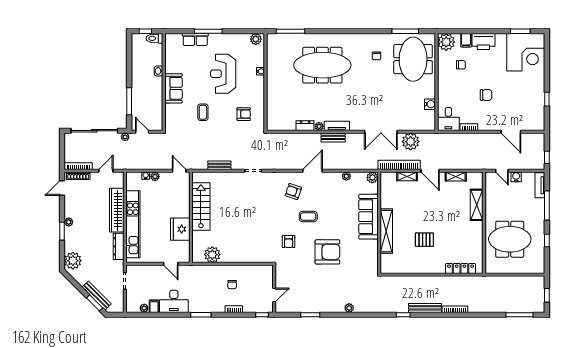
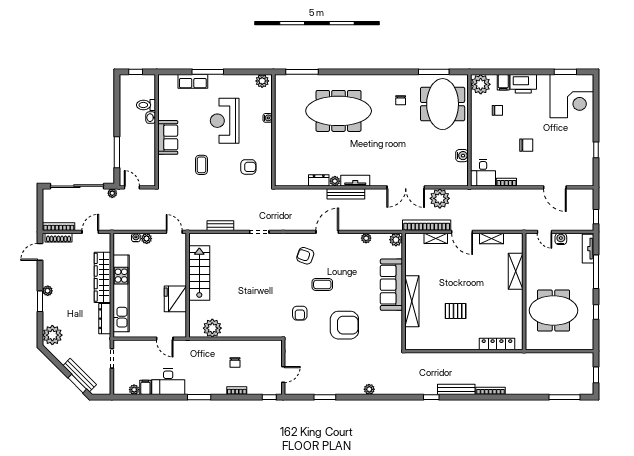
toilet: (154, 38) -> (146, 105), moved
bench: (333, 137) -> (346, 194), width x1.36

